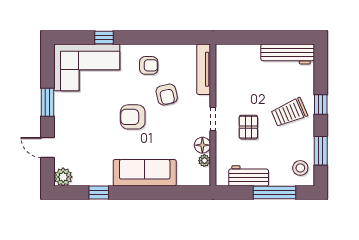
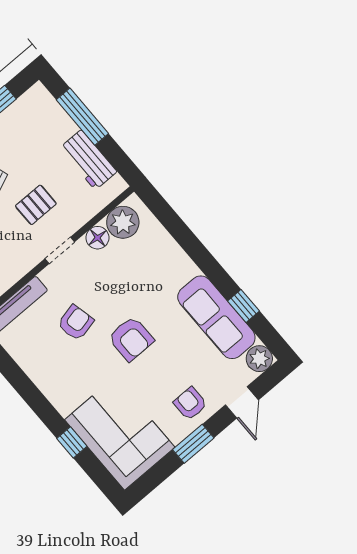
armchair: (149, 65) -> (190, 404), moved
plant: (204, 161) -> (123, 222), width x1.88, depth x1.88
stool: (300, 168) -> (32, 111), removed
sofa: (145, 173) -> (216, 317), moved

